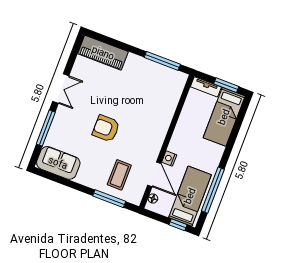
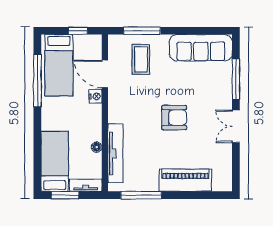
piano: (103, 53) -> (185, 180), moved
tv unit: (171, 104) -> (115, 153), added
armchair: (106, 128) -> (174, 118), moved
sofa: (58, 163) -> (201, 48), width x1.36
floor lamp: (153, 198) -> (97, 147), moved
window: (178, 225) -> (78, 31), moved

